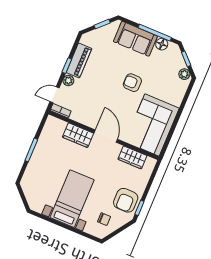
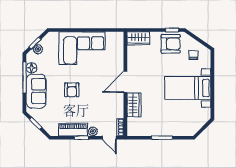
plant: (184, 74) -> (38, 49), moved
armchair: (132, 83) -> (72, 90), moved
corner sofa: (152, 125) -> (82, 48), moved
wardrobe: (132, 157) -> (138, 38), moved, turned 90

